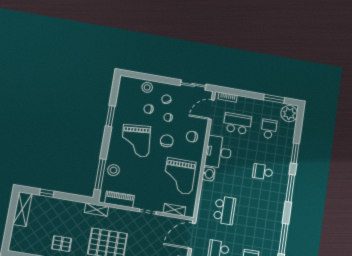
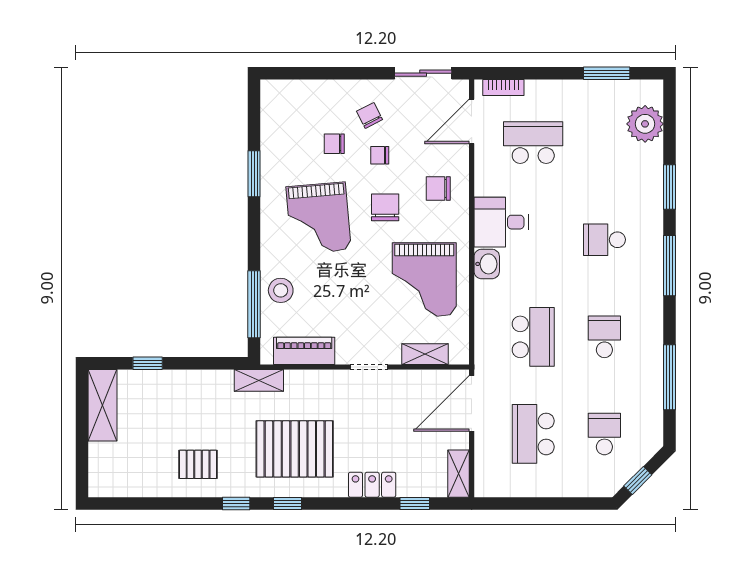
stool: (147, 87) -> (323, 96), removed
plant: (289, 114) -> (645, 124), moved
school desk: (269, 129) -> (604, 337), moved
desk: (218, 152) -> (501, 222), width x0.73

